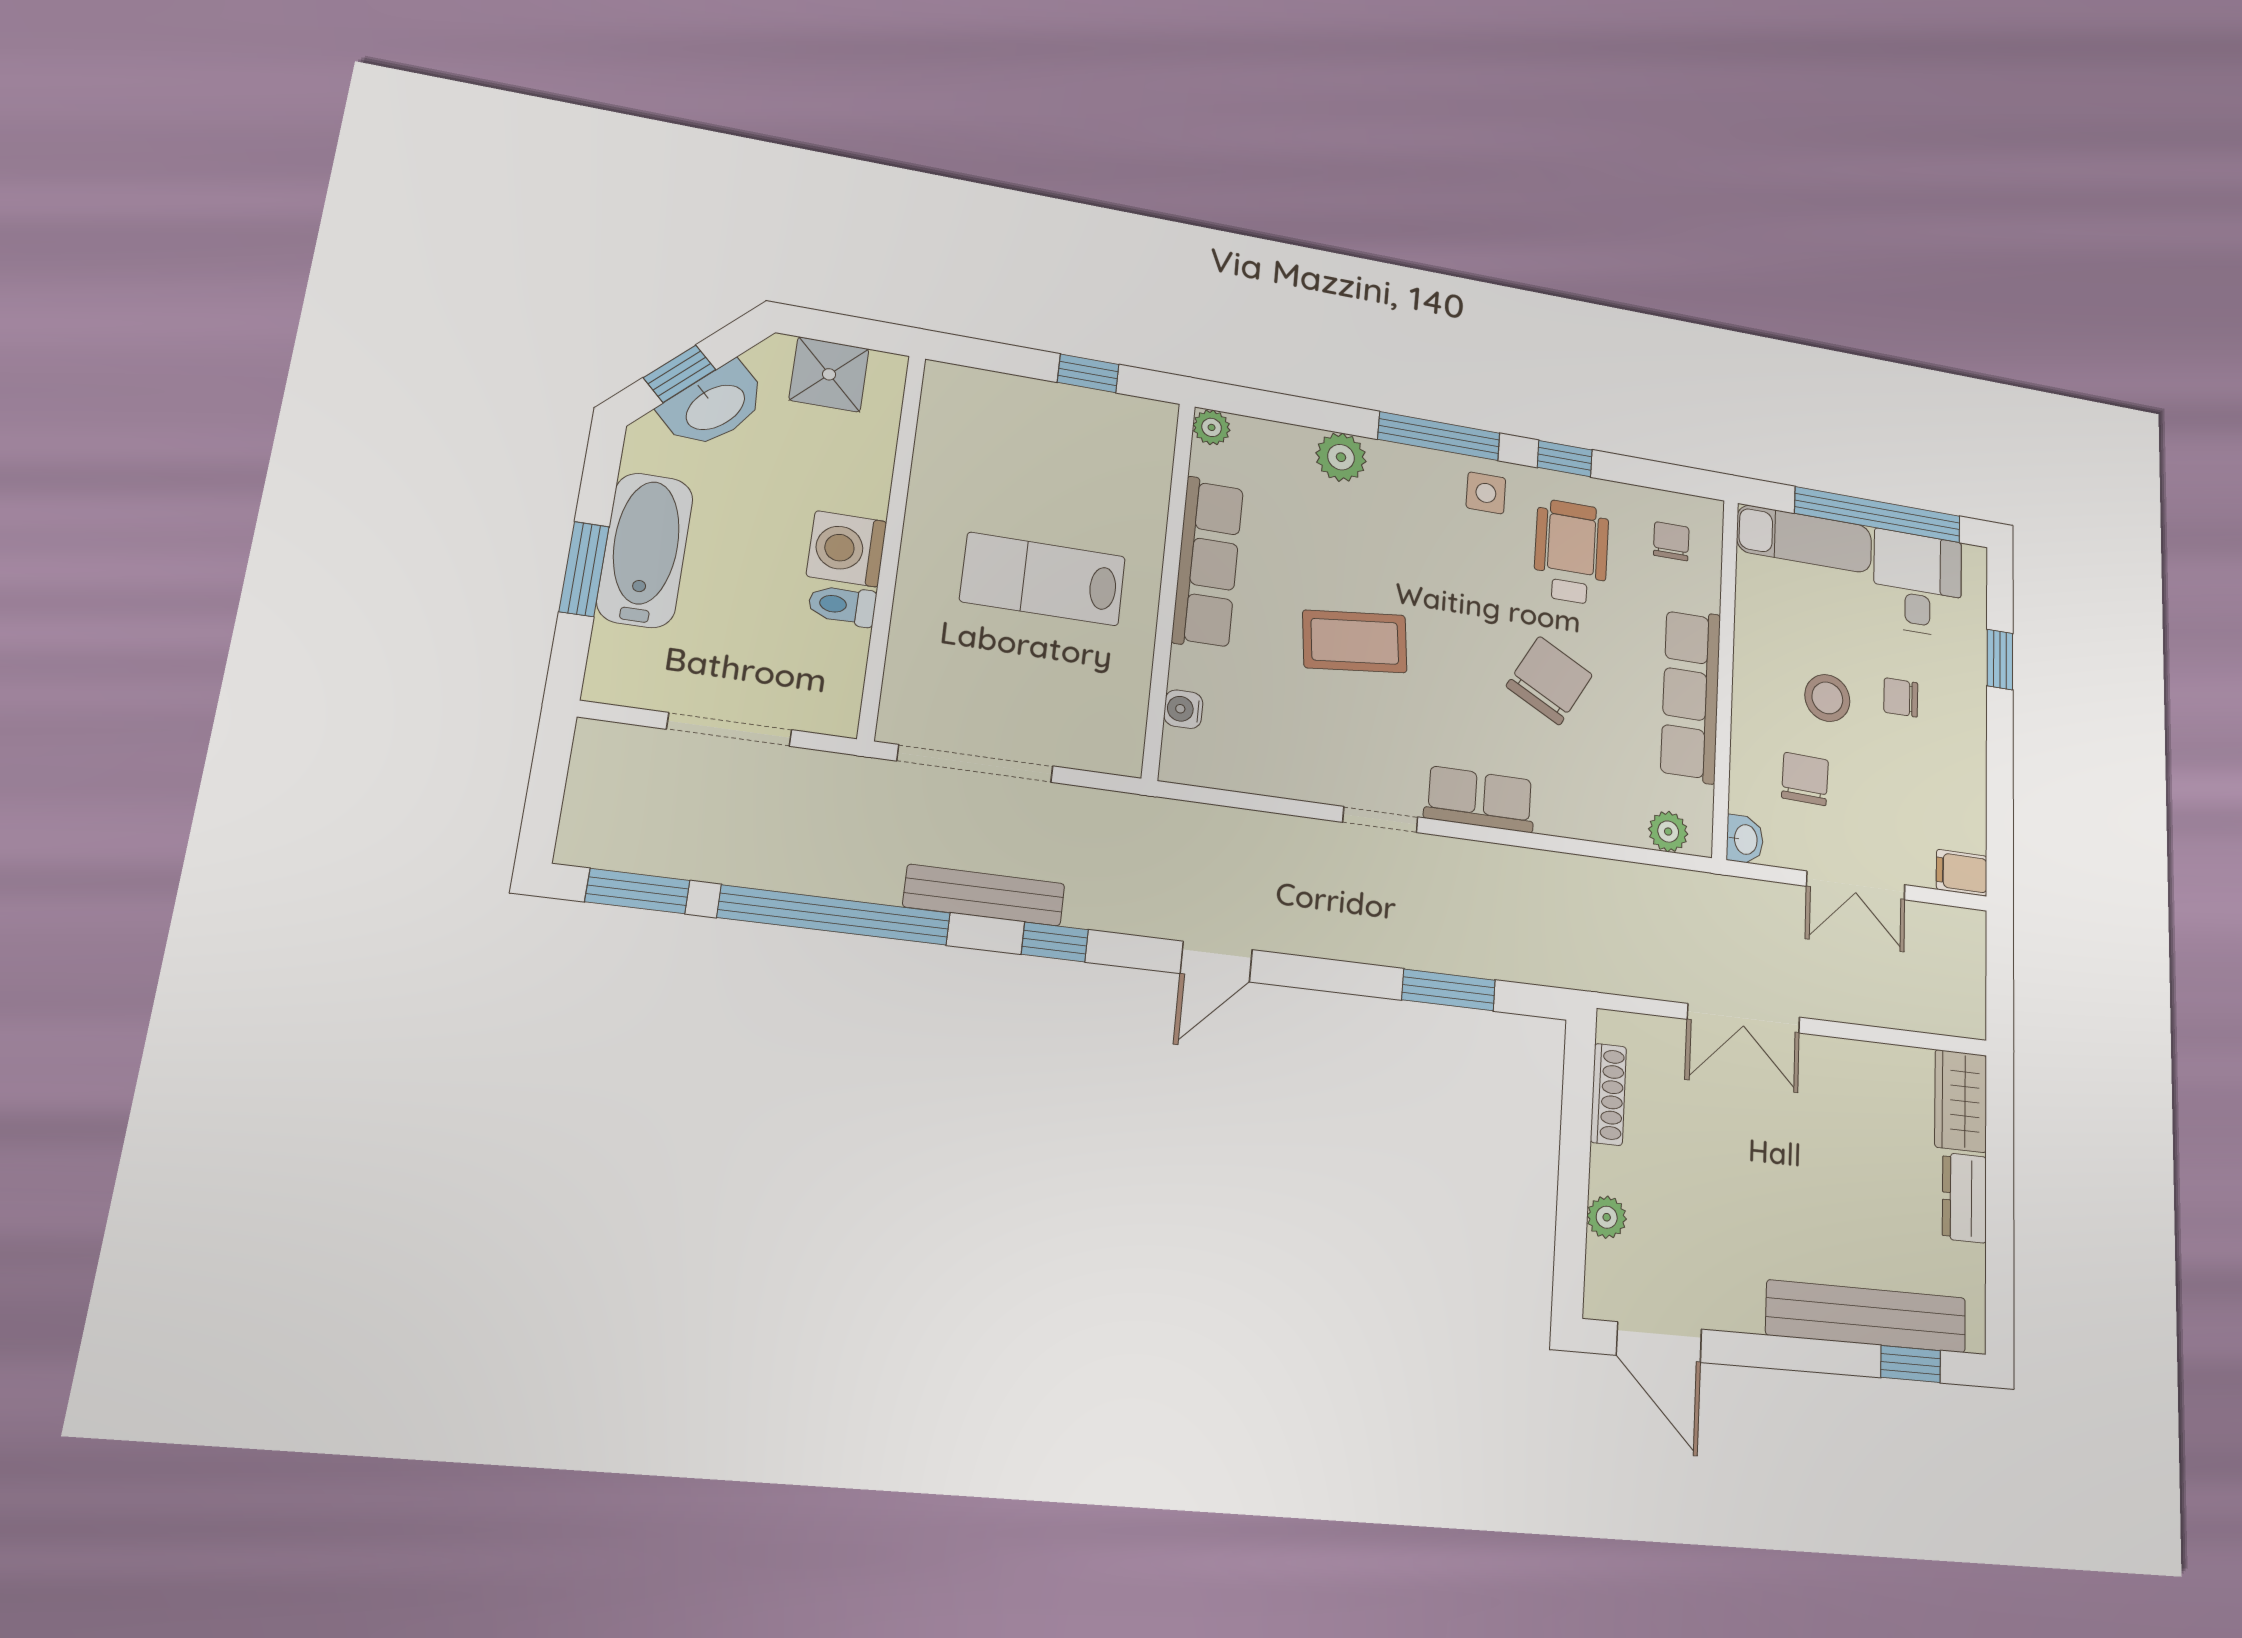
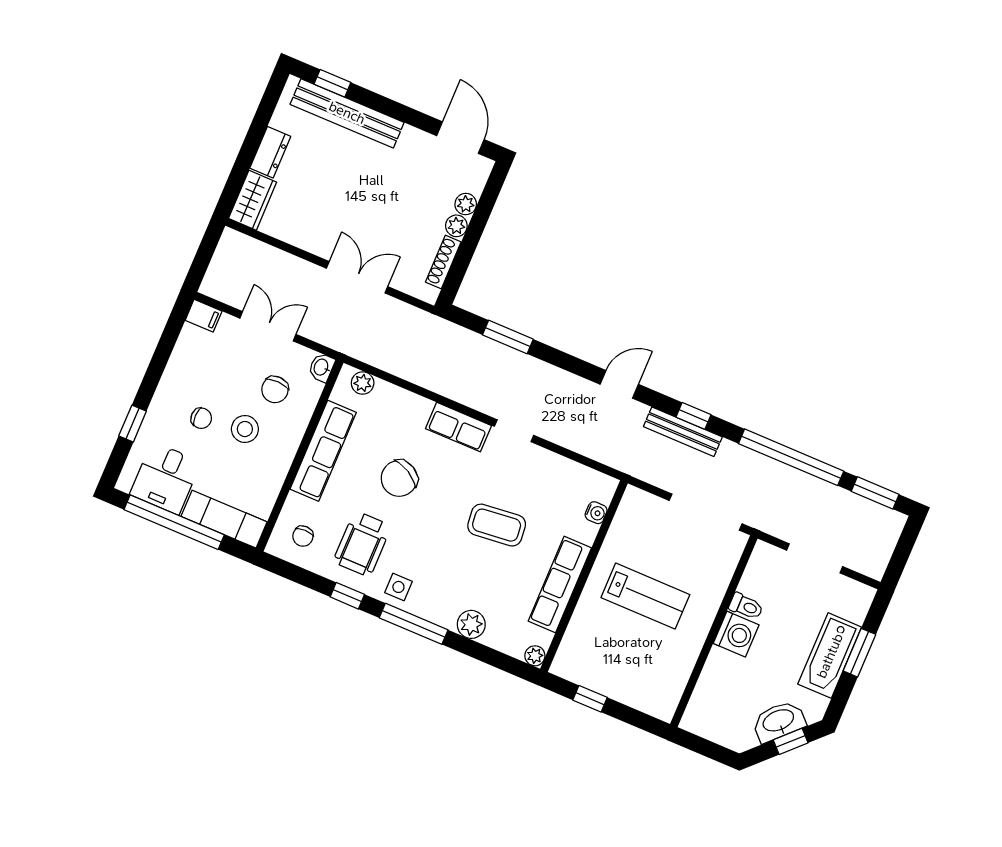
shower: (829, 374) -> (720, 726), removed
bench: (984, 895) -> (683, 432), moved
plant: (1609, 1170) -> (456, 226), added

